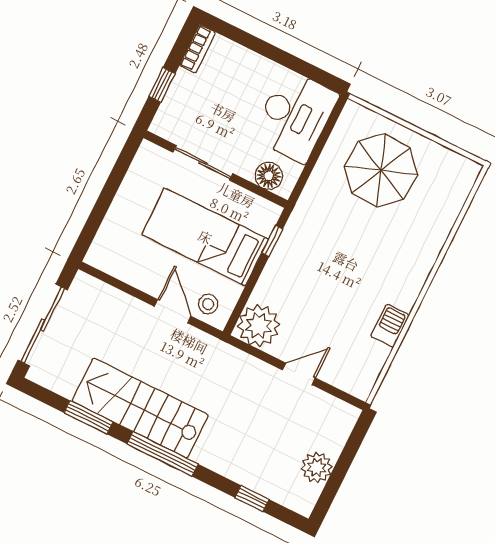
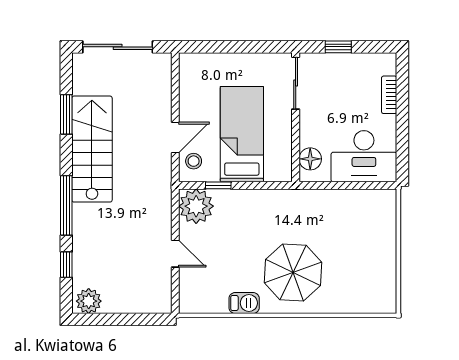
bookcase: (198, 49) -> (389, 95), moved, turned 90
sliding door: (203, 163) -> (296, 83), moved
parasol: (381, 170) -> (293, 273), moved
window: (272, 241) -> (218, 185), moved
window: (163, 454) -> (66, 205), moved
plant: (317, 468) -> (89, 301), moved

